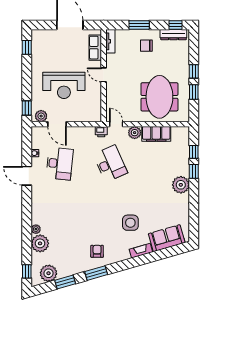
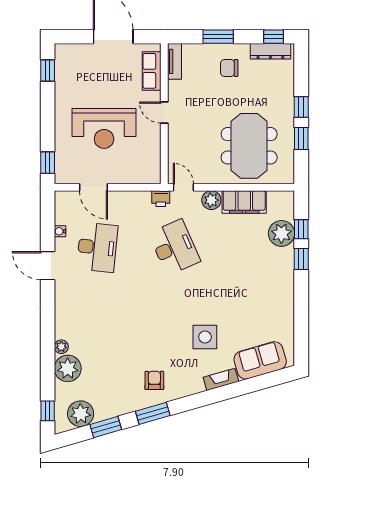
plant: (41, 116) -> (69, 175), removed
plant: (181, 185) -> (281, 233), moved

